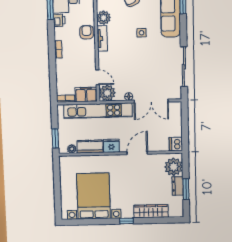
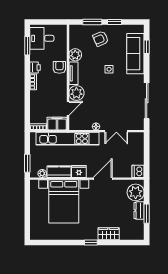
printer: (59, 20) -> (35, 67), moved
door: (97, 77) -> (68, 108), hinge flipped
plant: (107, 93) -> (76, 93), moved
double door: (151, 101) -> (116, 131), width x0.73
bed with nightstands: (94, 196) -> (64, 201), moved, turned 180
wardrobe: (151, 211) -> (109, 234), width x0.67

